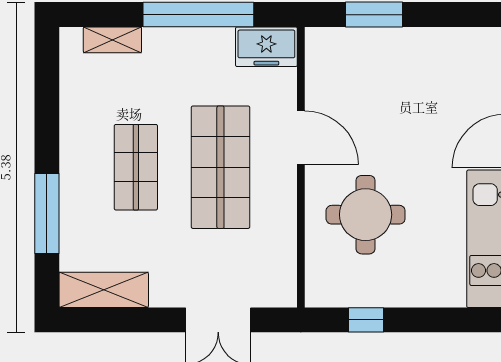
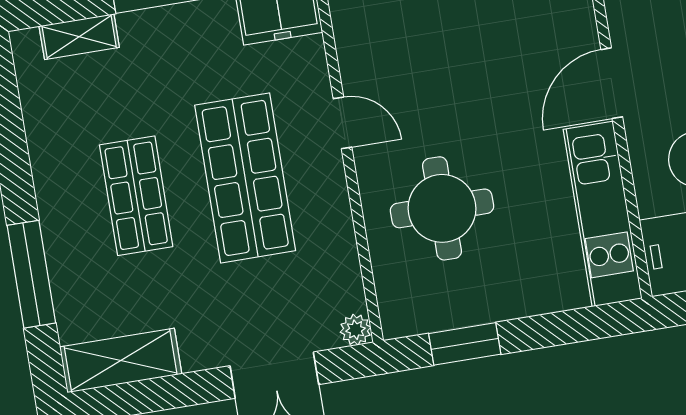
door: (301, 138) -> (342, 123), width x0.73
plant: (285, 296) -> (356, 330), added
window: (366, 320) -> (465, 344), width x1.50

